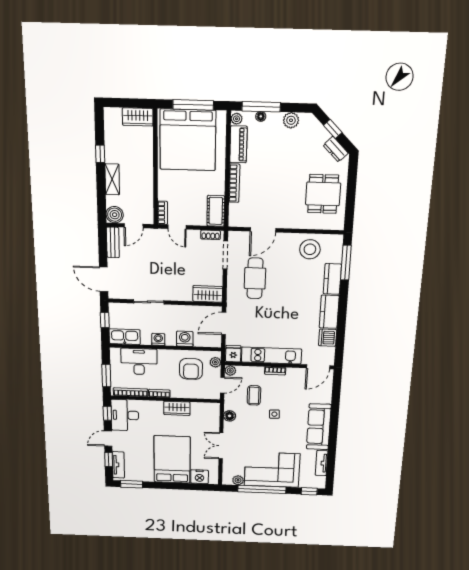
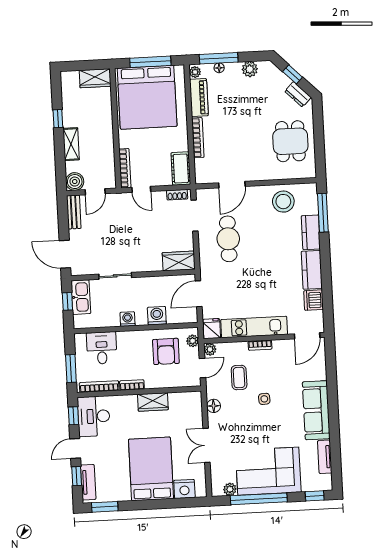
bookcase: (163, 213) -> (125, 168), width x1.56
kitchen sink: (125, 337) -> (81, 297), moved, turned 90
desk: (139, 361) -> (102, 348), width x0.73

